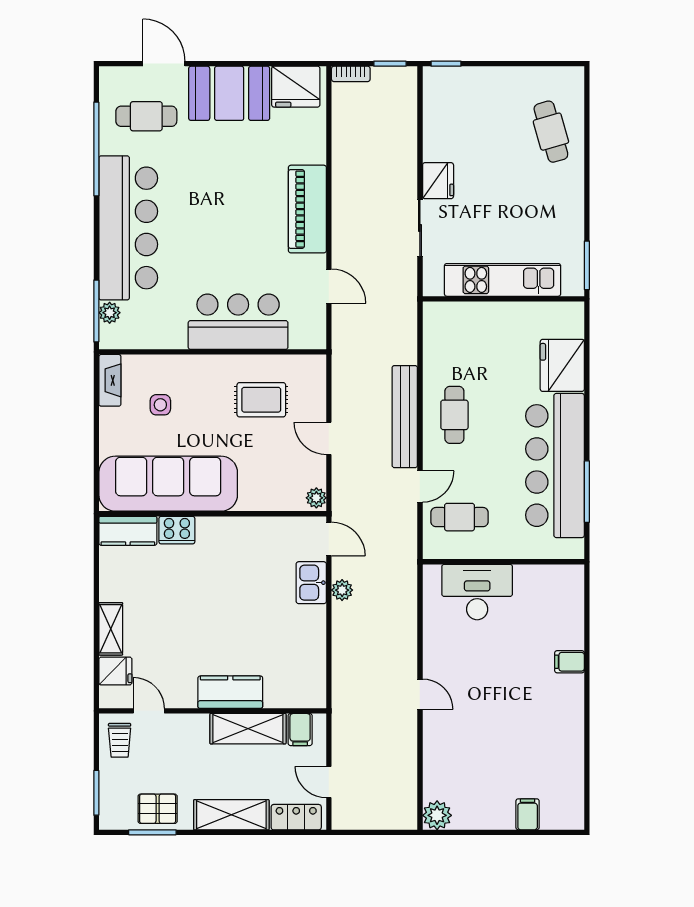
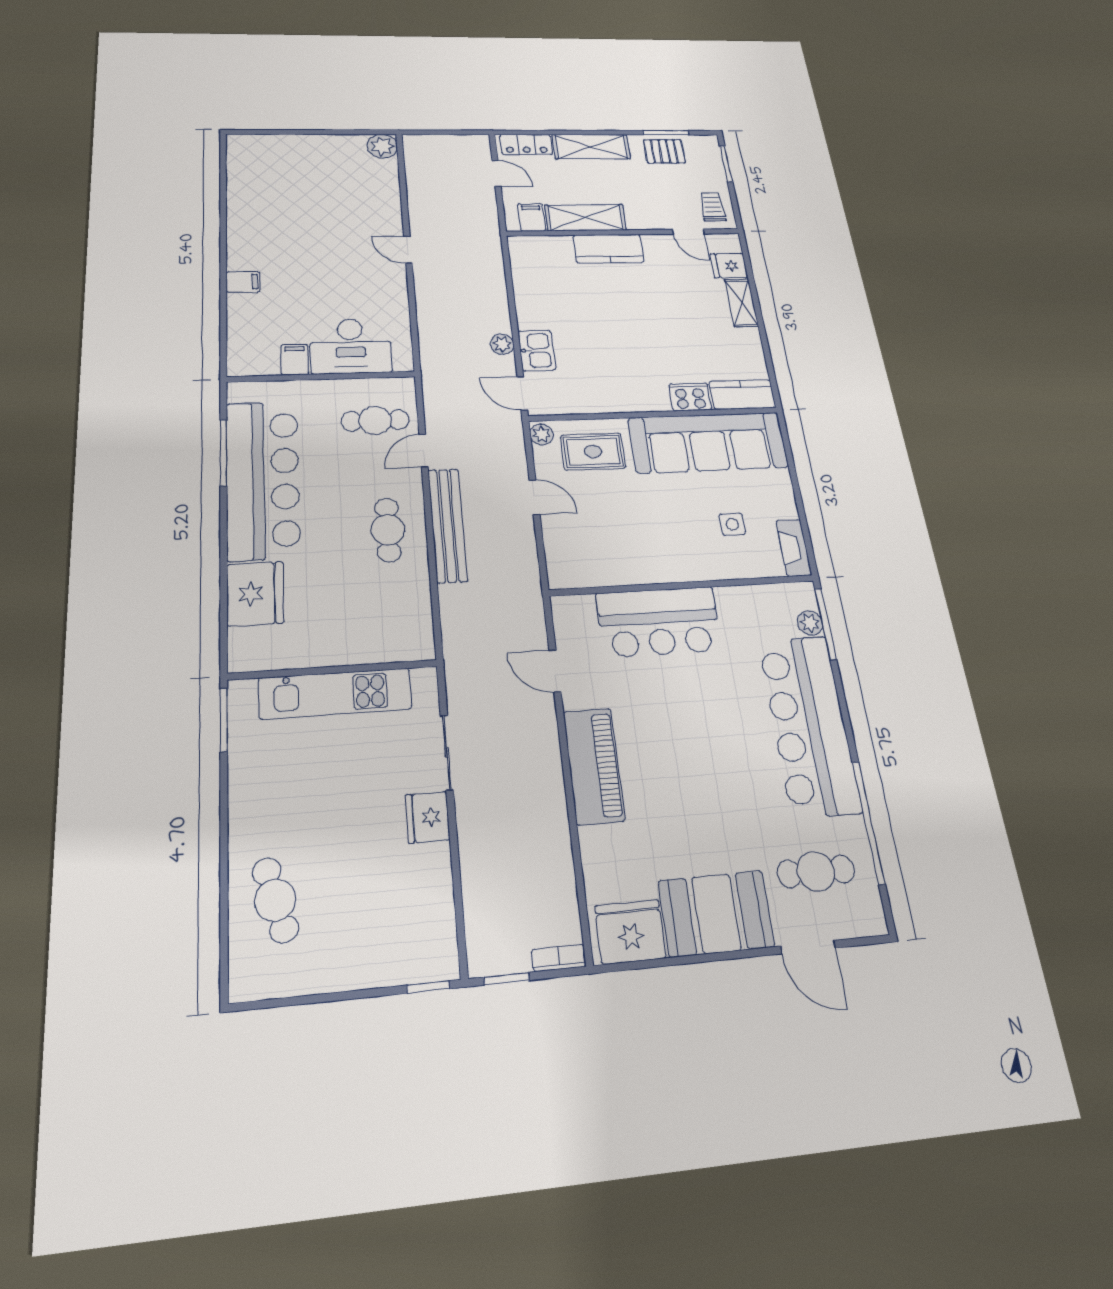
rug: (261, 400) -> (593, 452), moved
filing cabinet: (528, 814) -> (295, 360), moved, turned 180

